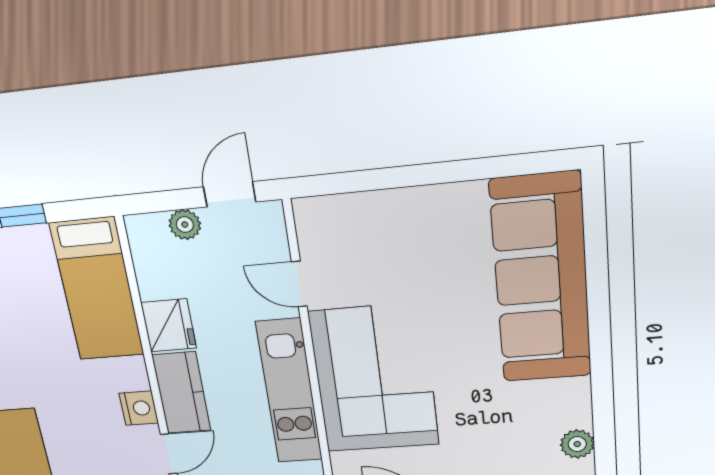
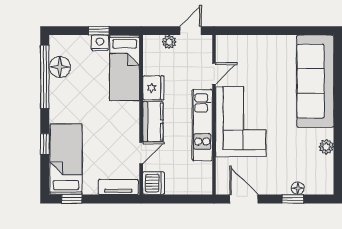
door: (299, 284) -> (214, 74), swing flipped
nightstand: (139, 408) -> (100, 43), moved, turned -90
plant: (577, 444) -> (326, 147), moved

